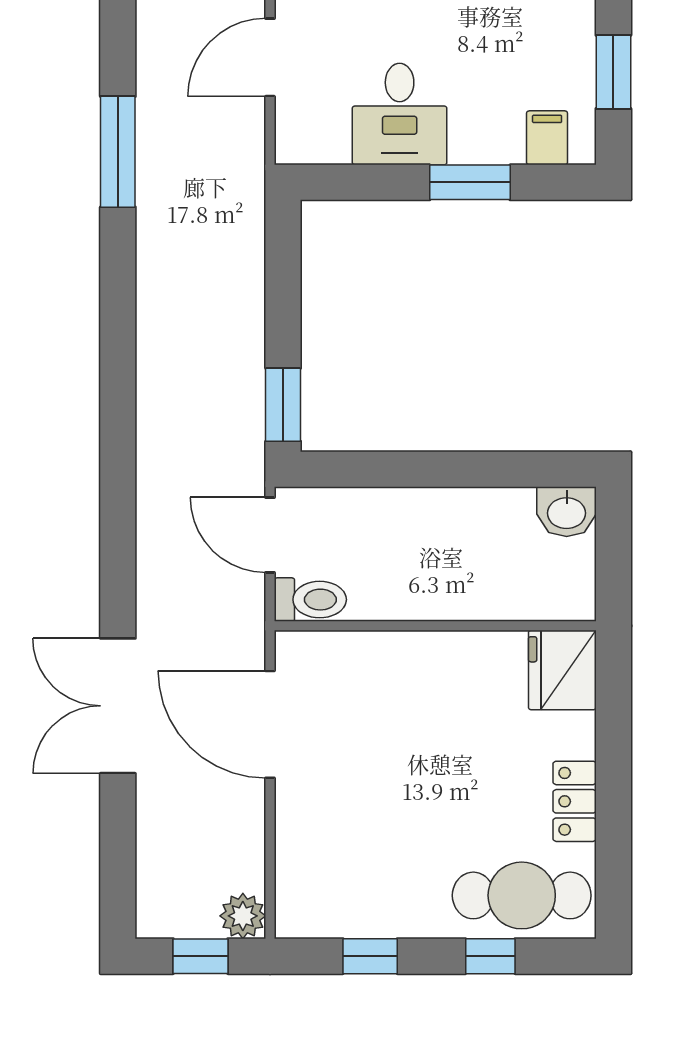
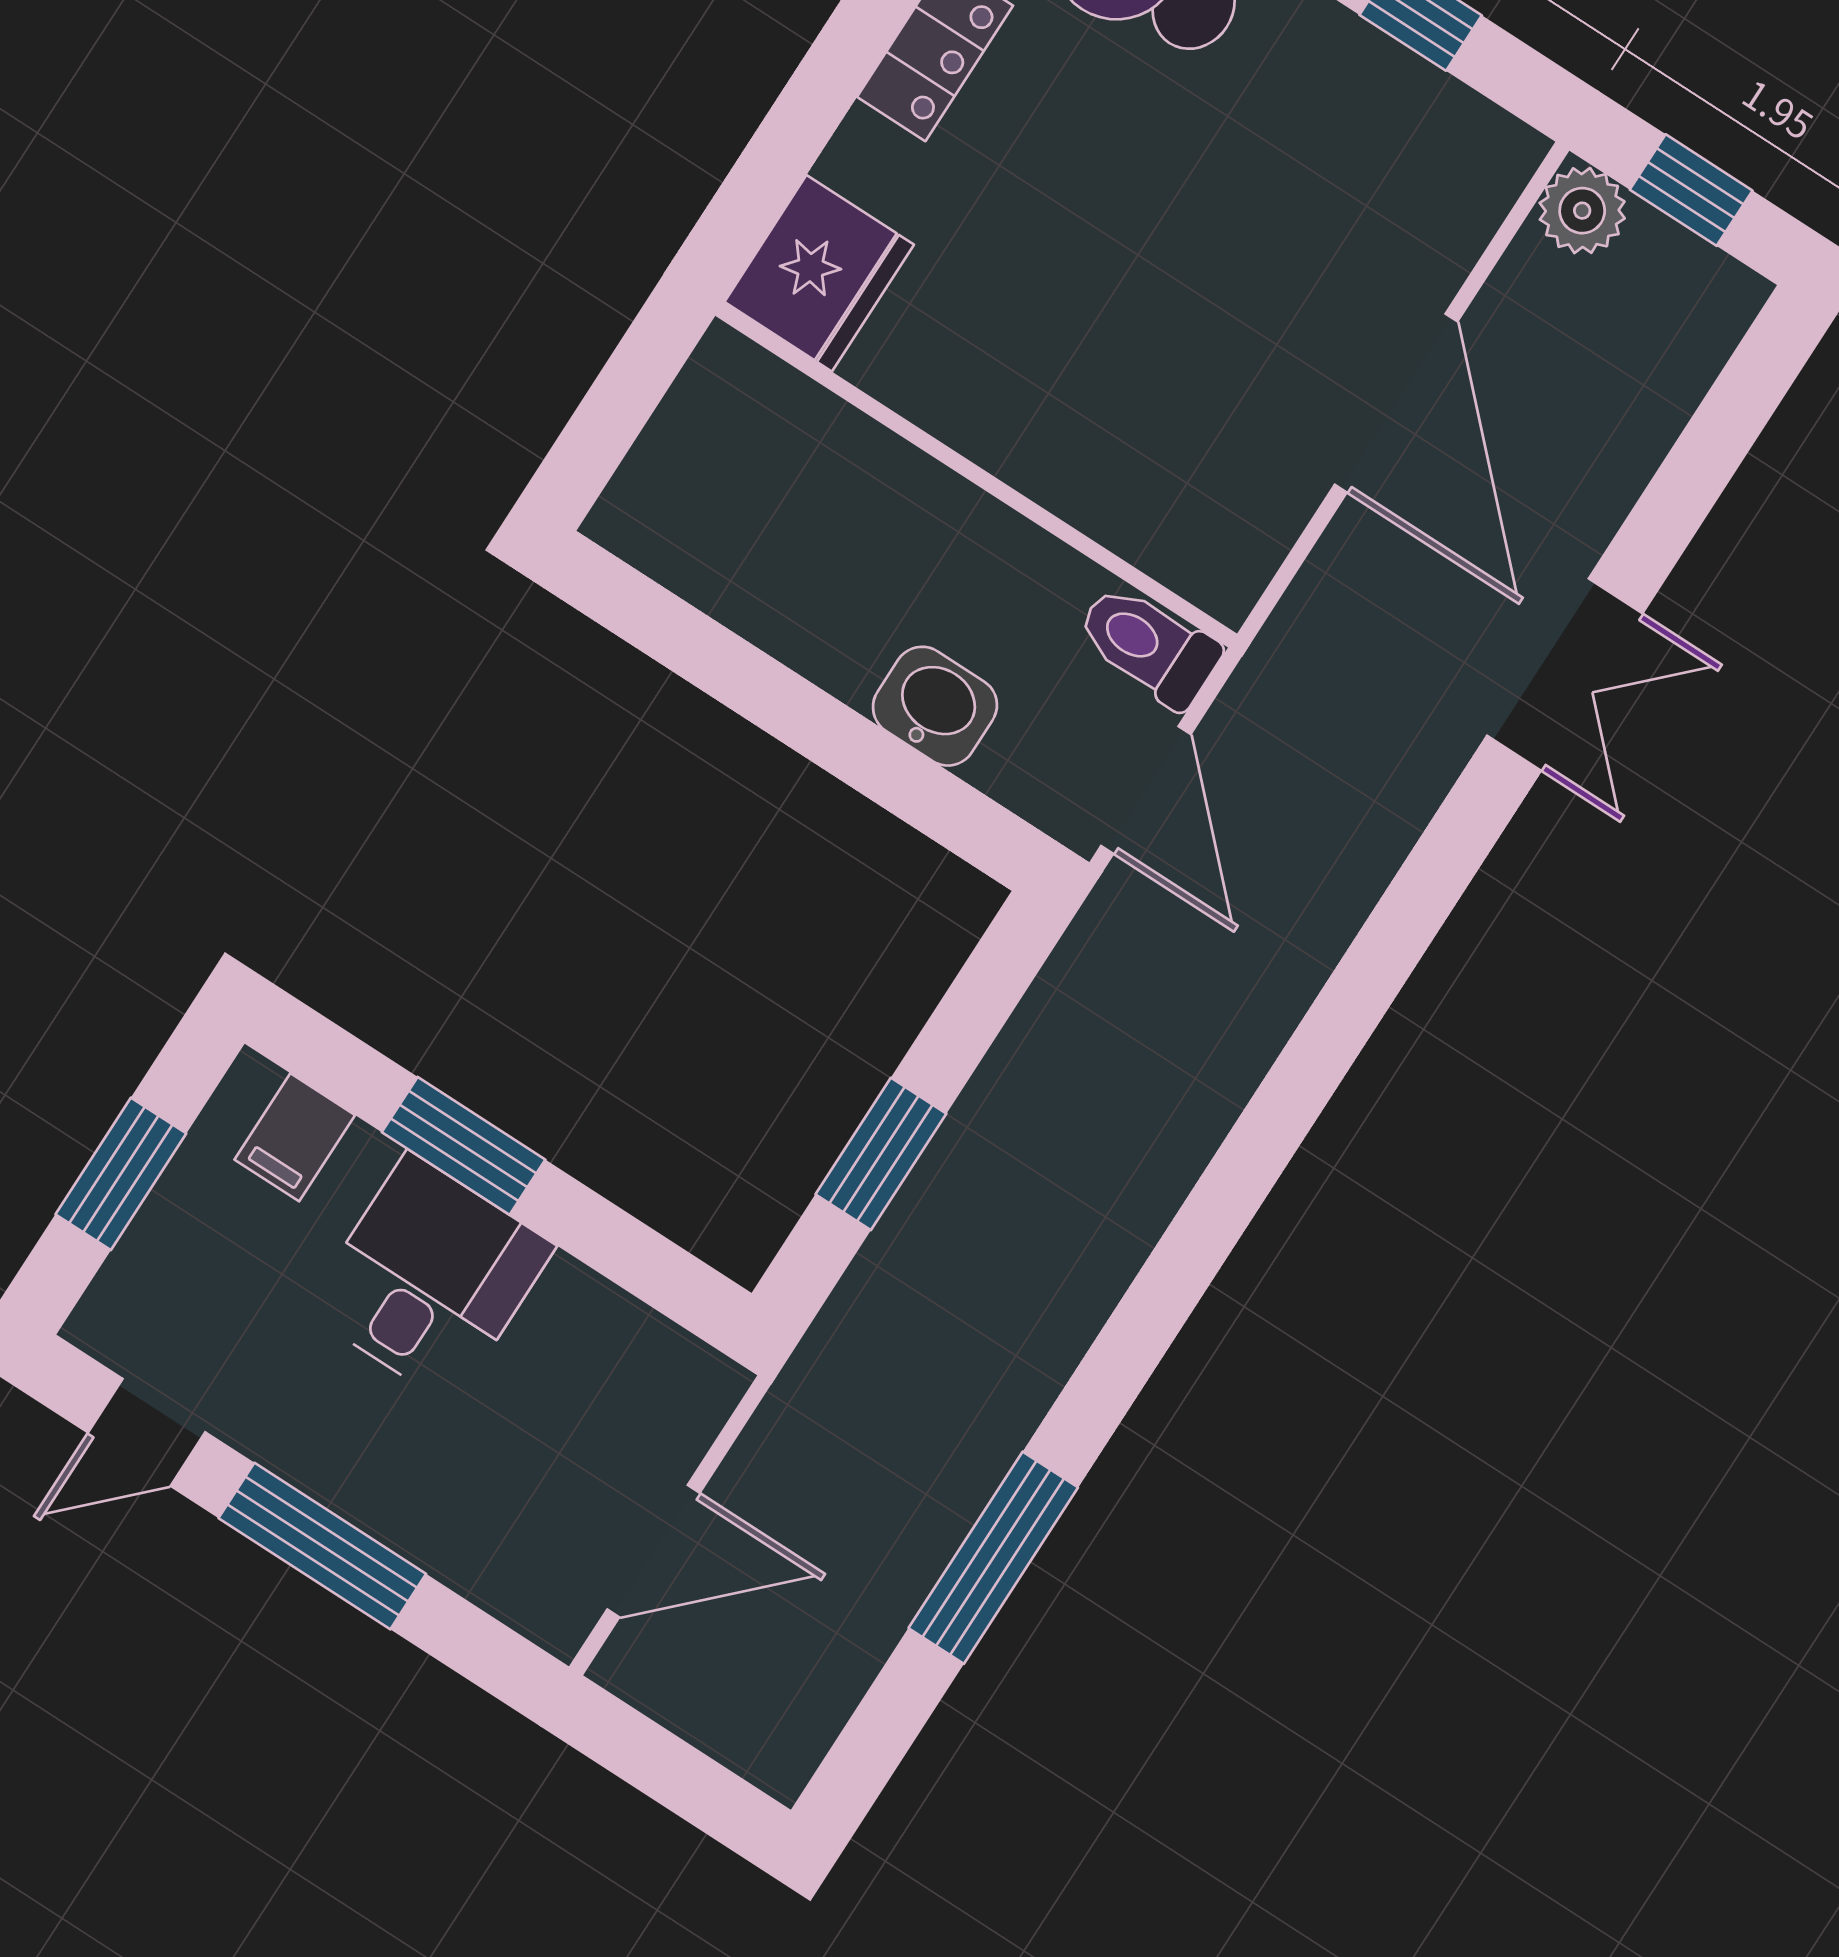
desk: (400, 114) -> (430, 1278), moved
window: (283, 405) -> (881, 1154), moved
washbasin: (567, 512) -> (935, 706), moved
double door: (118, 706) -> (1565, 674), width x0.73
door: (270, 724) -> (1396, 403), moved

